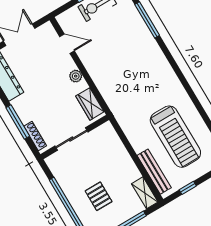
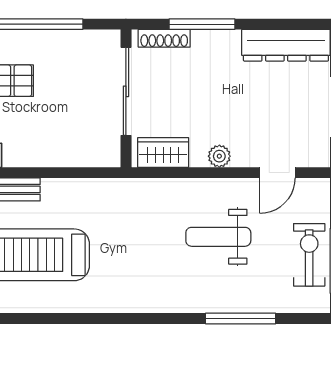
weight bench: (114, 54) -> (218, 237), added
sliding door: (71, 139) -> (126, 91), width x1.37

